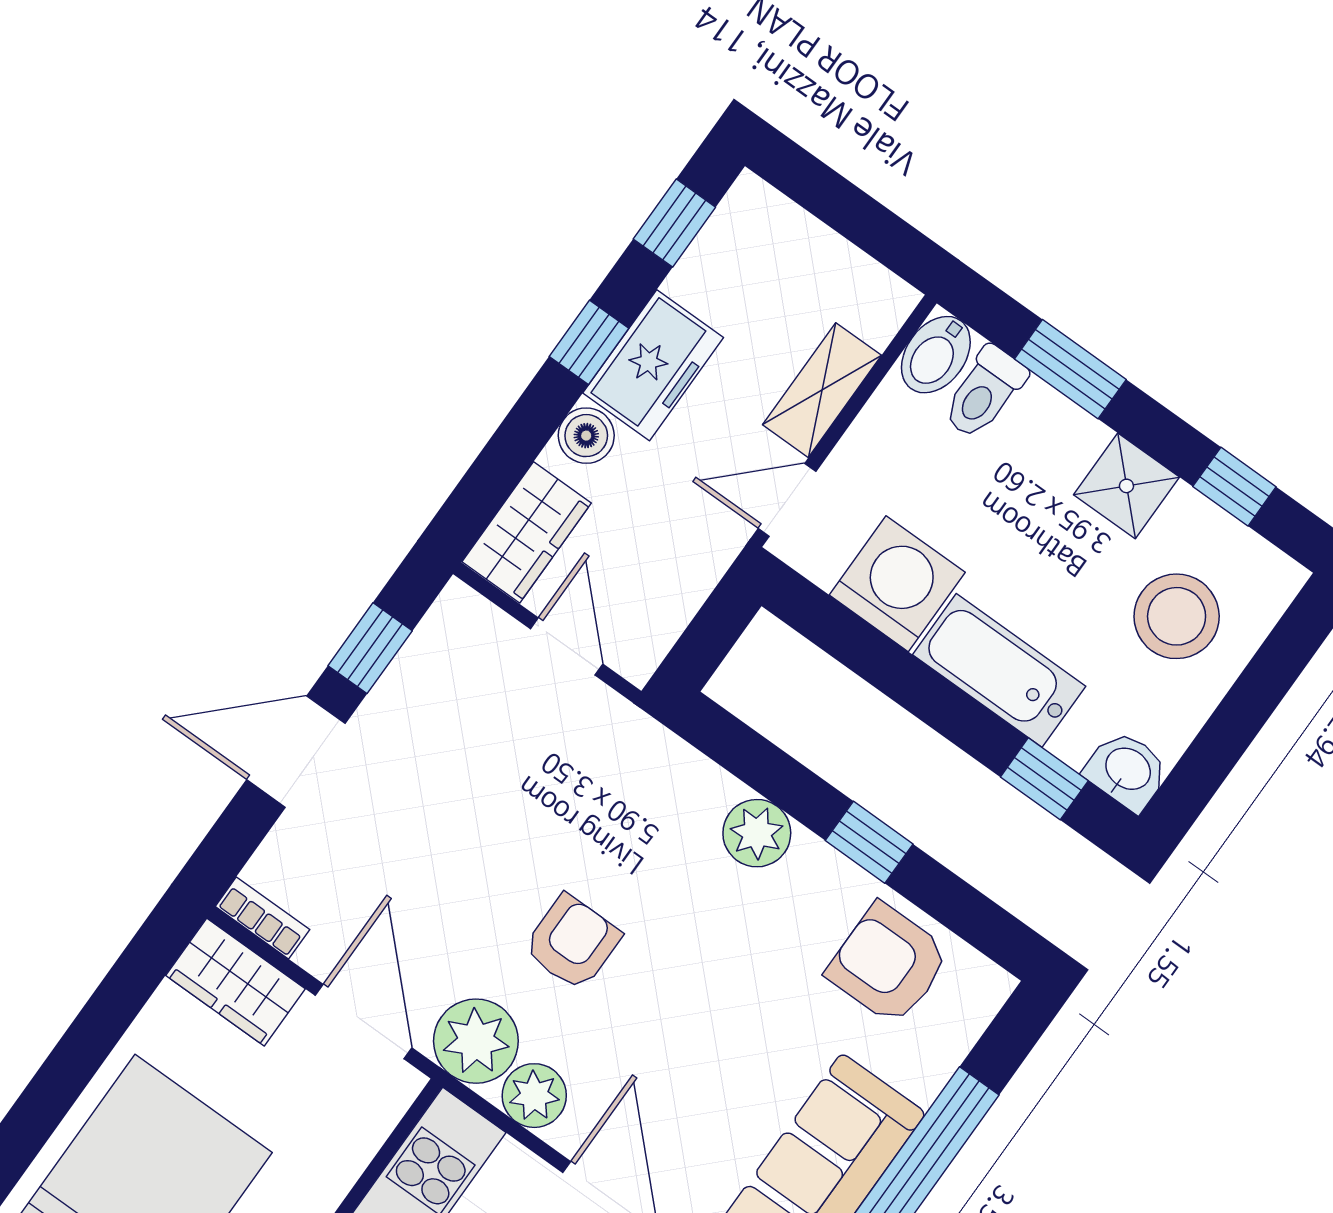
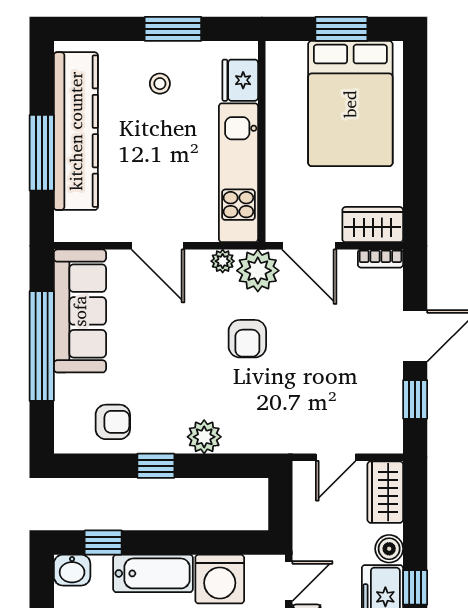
door: (567, 646) -> (336, 457), hinge flipped
armchair: (888, 964) -> (113, 422), width x0.72, depth x0.72
plant: (534, 1096) -> (223, 261), width x0.73, depth x0.73

